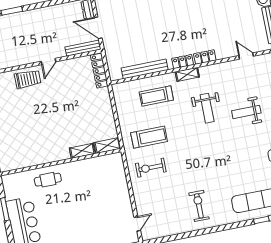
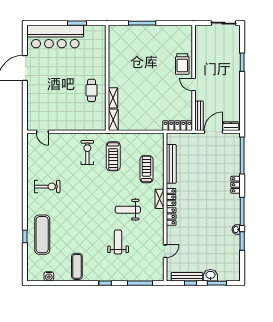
cafe table: (48, 180) -> (92, 90), moved

